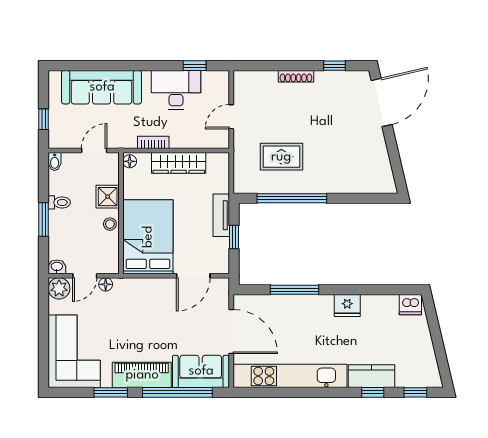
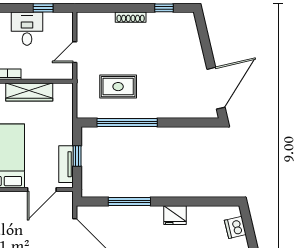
desk: (176, 90) -> (27, 29), width x0.73
door: (382, 102) -> (216, 88), moved
tv unit: (221, 215) -> (66, 164), moved
dishwasher: (410, 305) -> (235, 227), moved, turned 77

